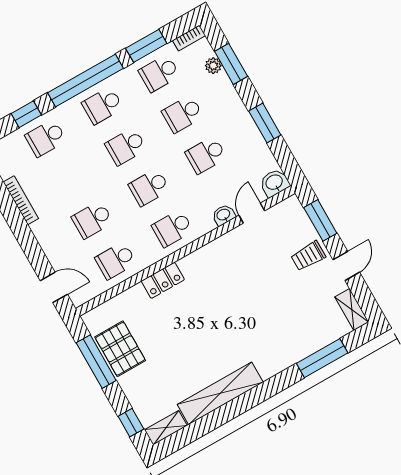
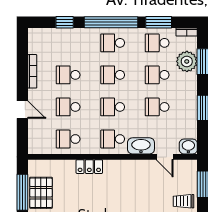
plant: (213, 66) -> (187, 61), width x1.87, depth x1.87
school desk: (46, 138) -> (68, 75), moved
door: (252, 213) -> (165, 157), swing flipped
washbasin: (224, 215) -> (141, 146), width x1.91, depth x1.45
door: (54, 287) -> (22, 110), moved

